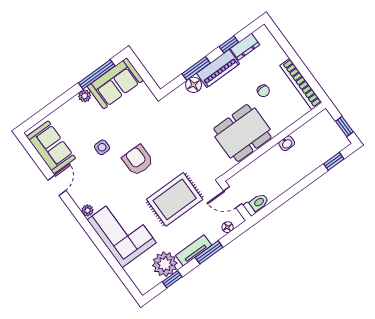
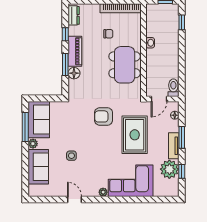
dresser: (245, 47) -> (74, 15), moved
sofa: (51, 147) -> (38, 167), moved, turned 90
armchair: (138, 160) -> (104, 116), moved

